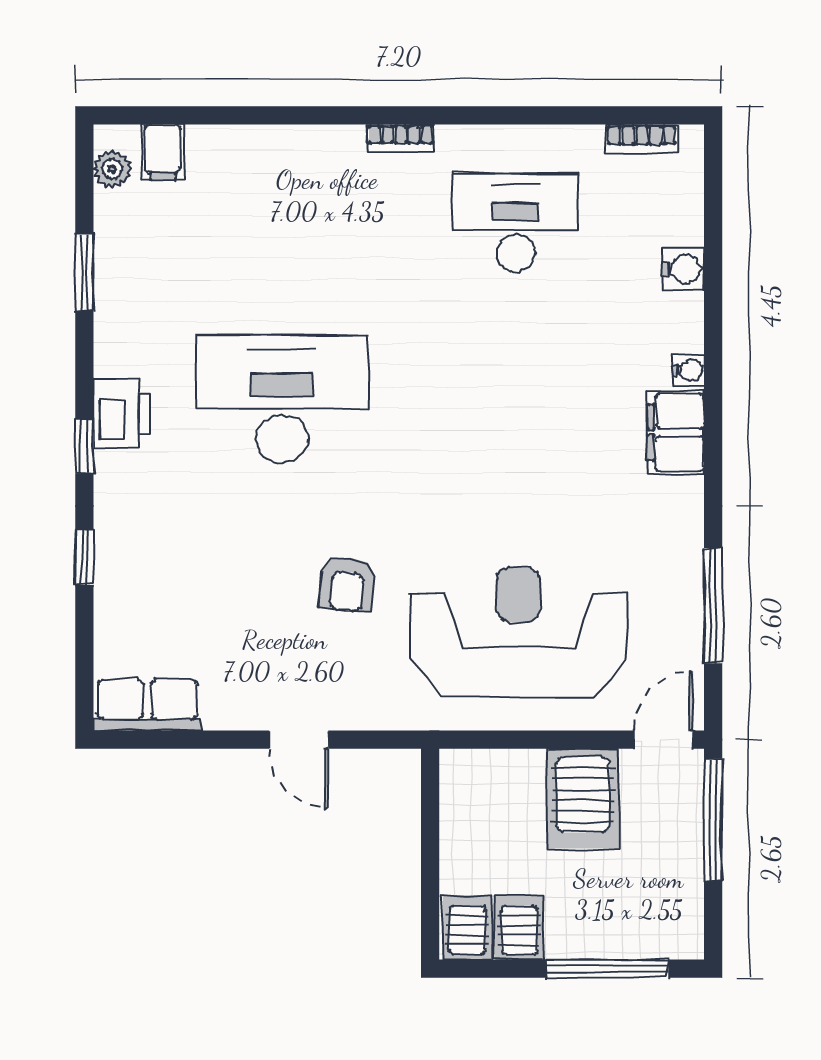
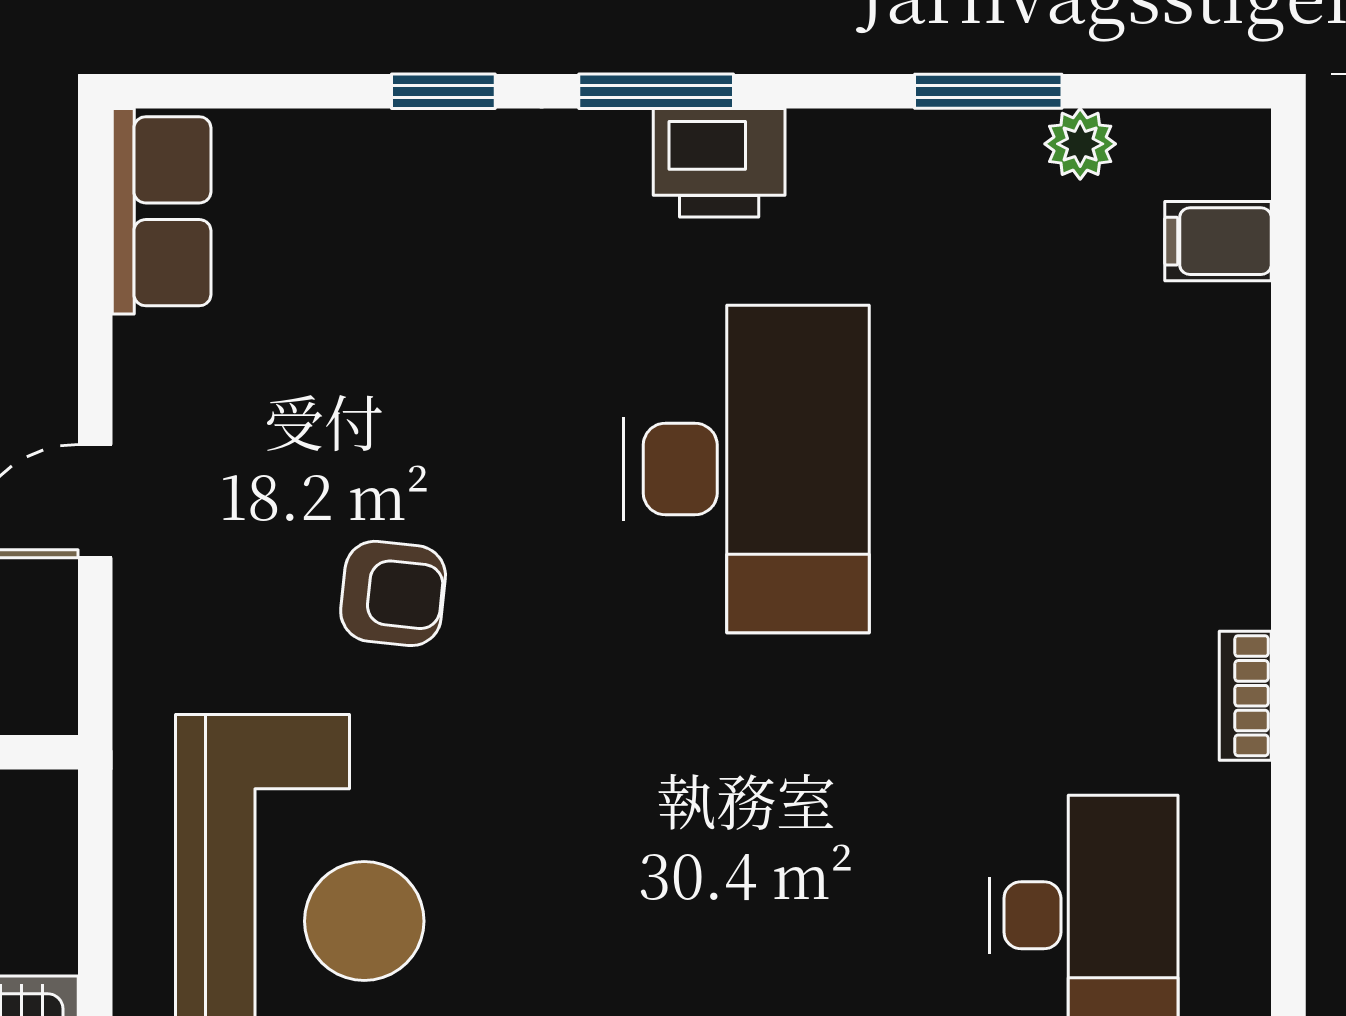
plant: (112, 169) -> (1080, 144), moved
window: (84, 446) -> (656, 91), width x1.50
armchair: (347, 584) -> (393, 593), turned 180

